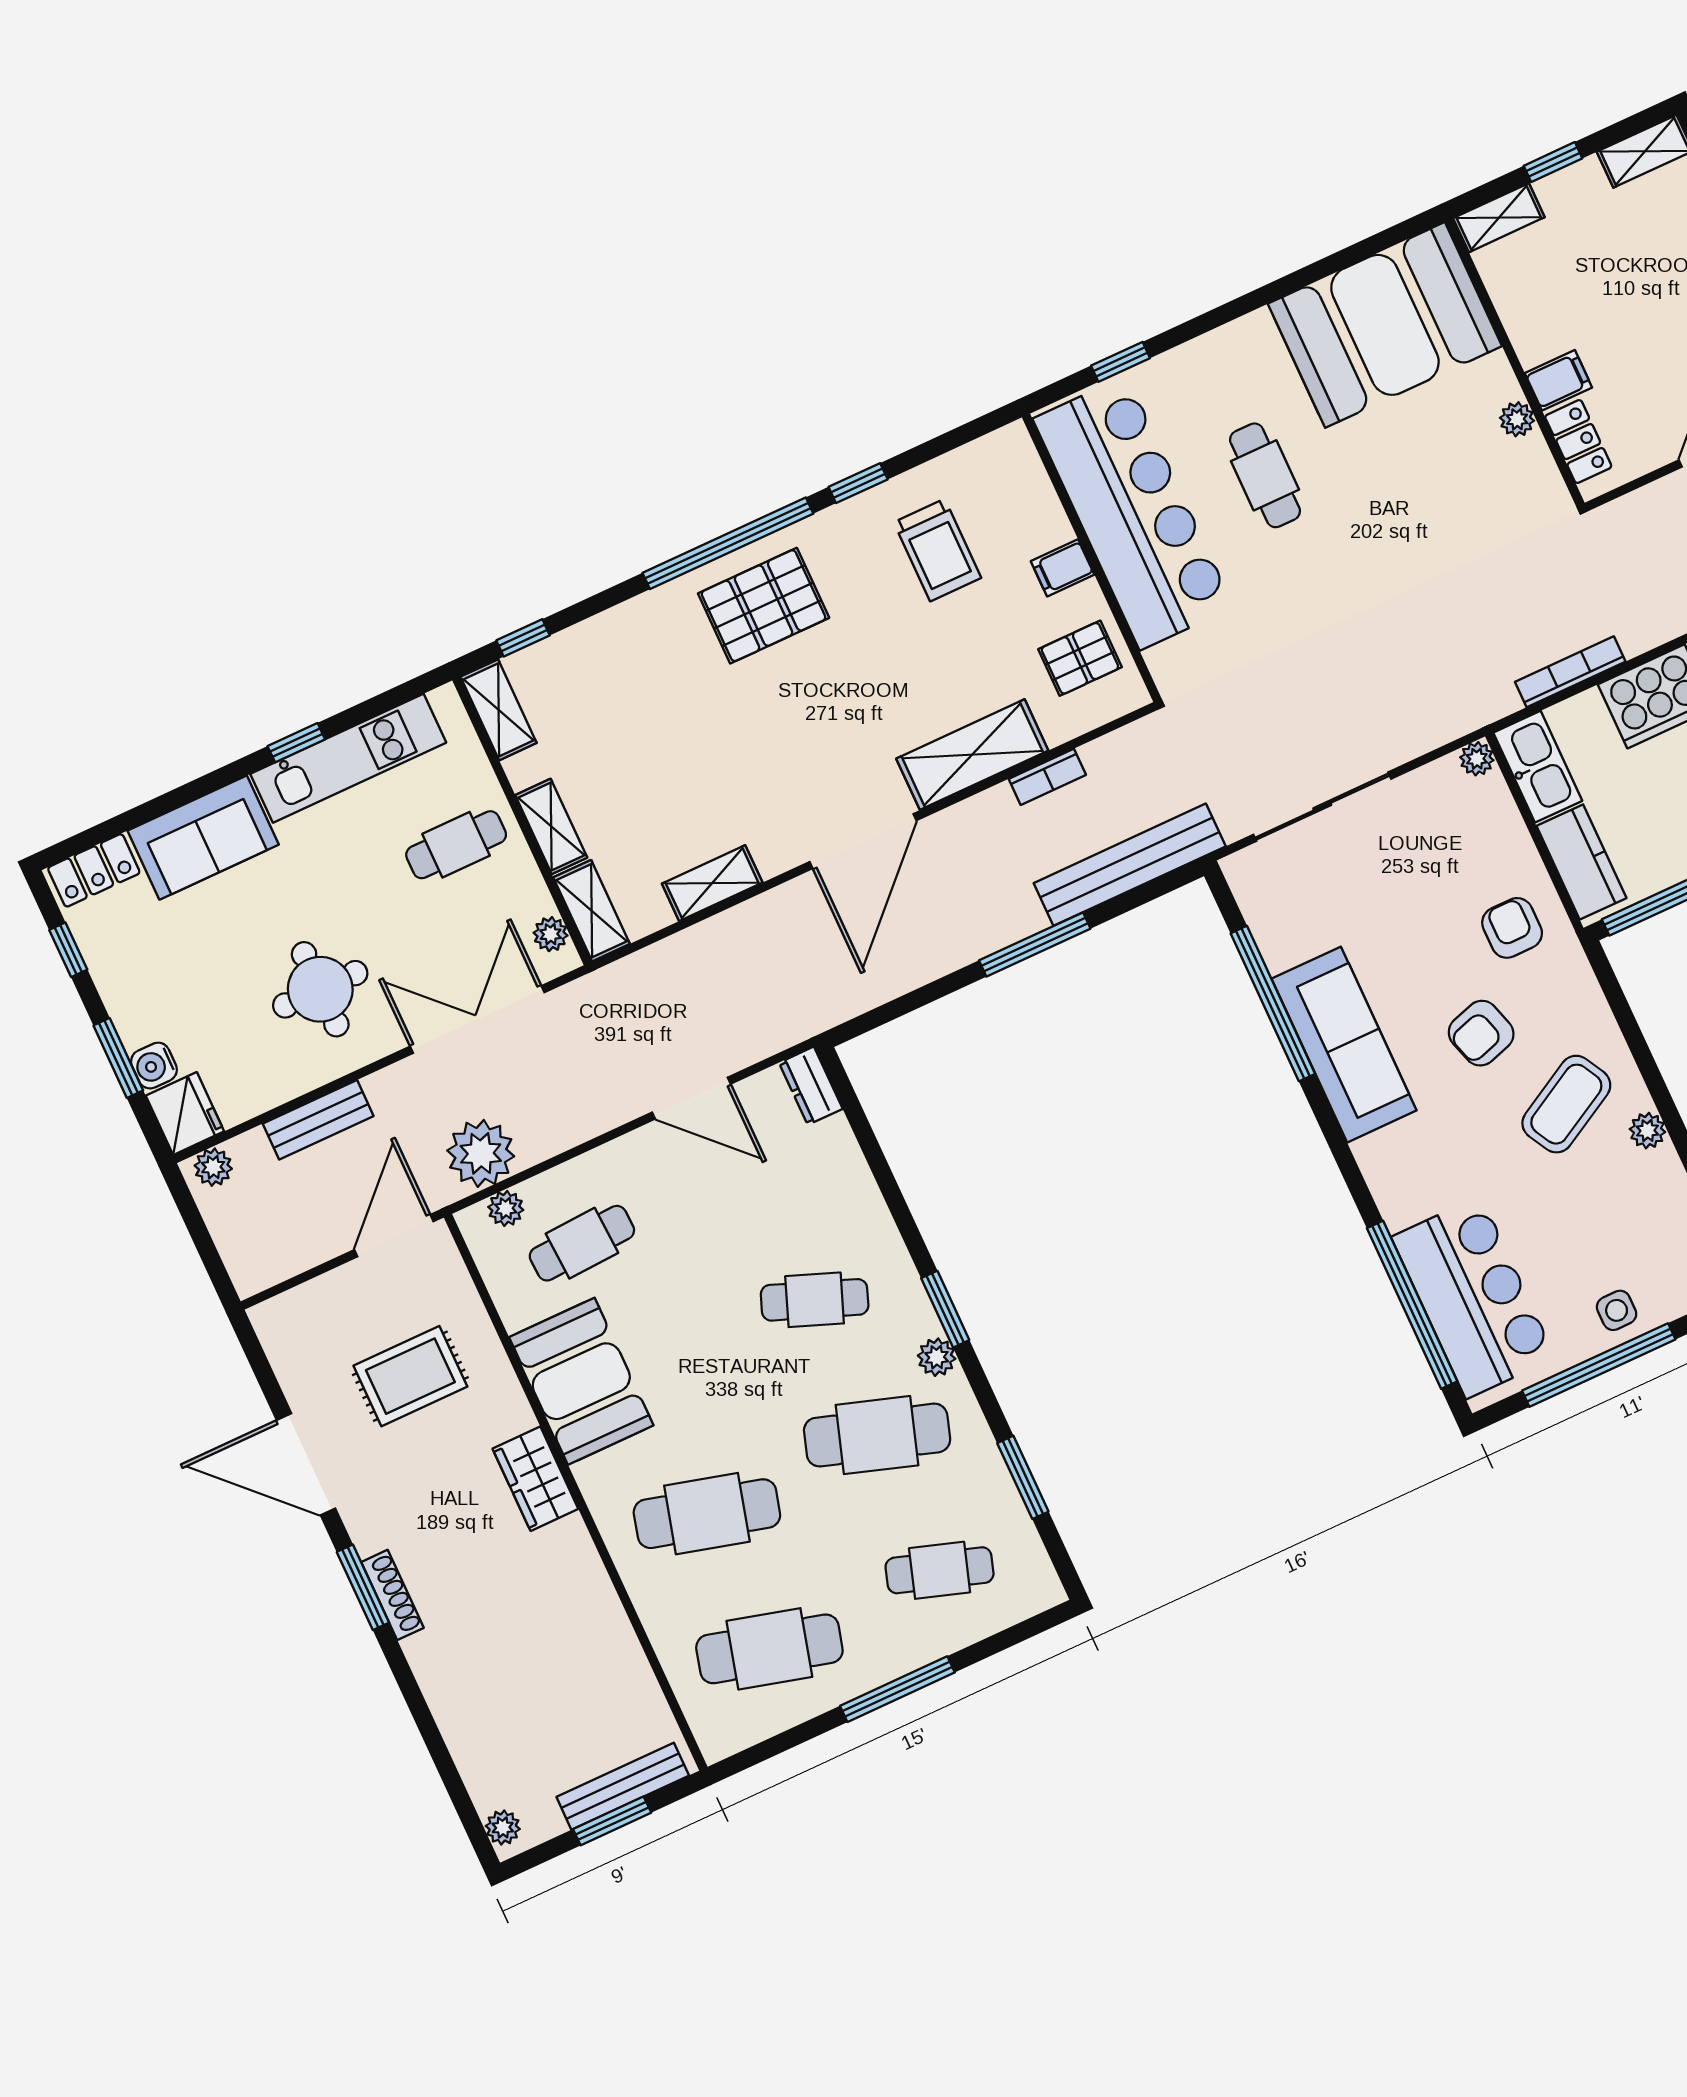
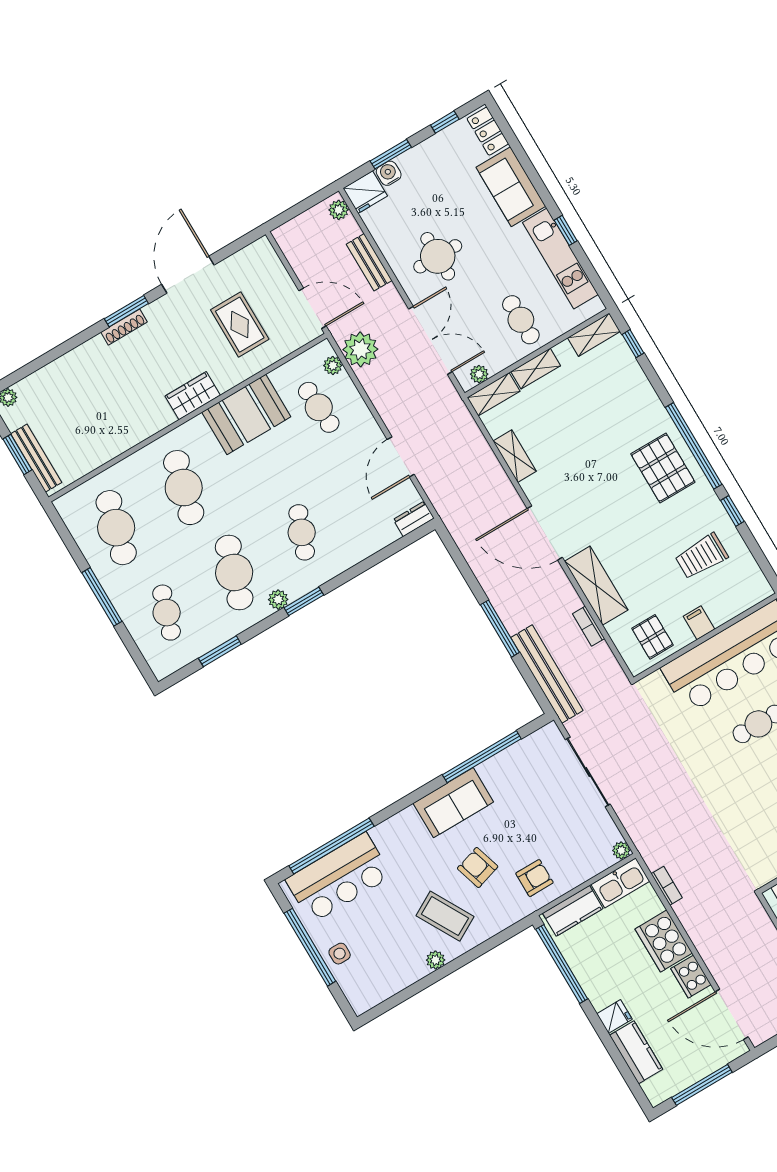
bookcase: (1570, 672) -> (667, 886), width x0.64
sofa: (1344, 1045) -> (453, 803), width x0.73

